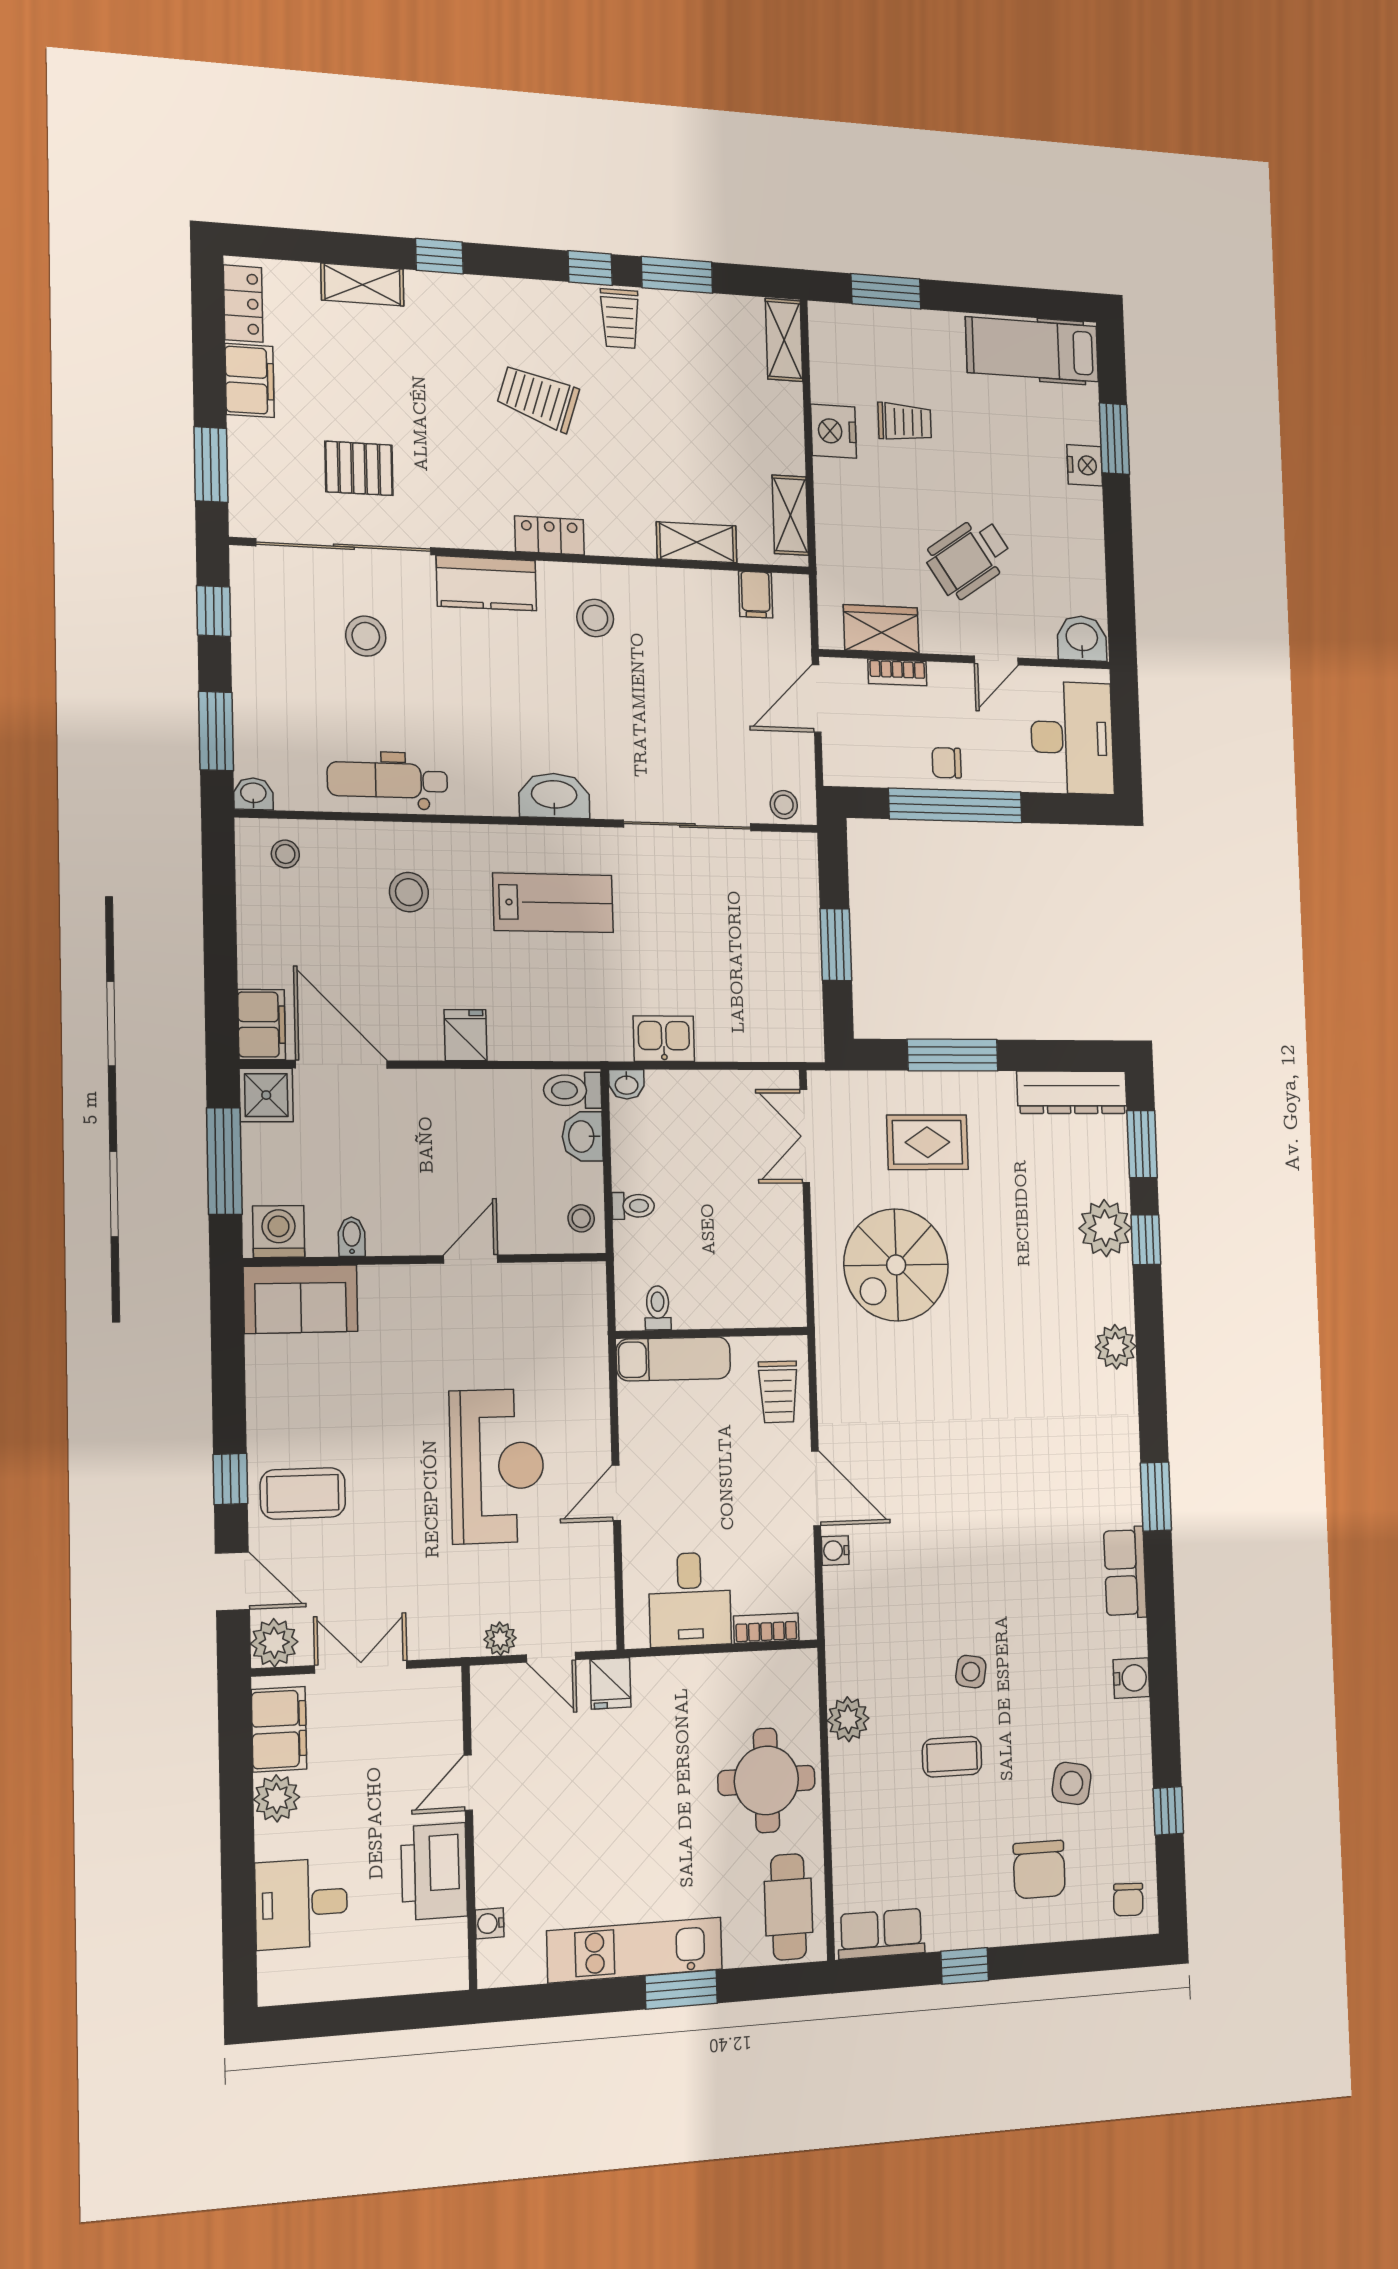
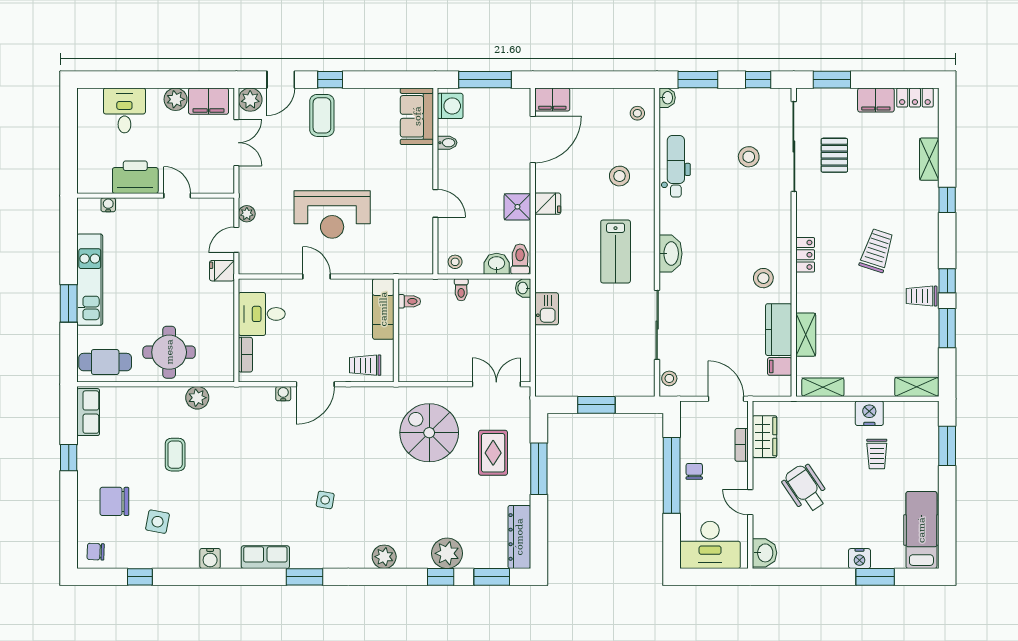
kitchen counter: (486, 583) -> (779, 330), moved
shower: (266, 1095) -> (517, 207), moved
side table: (971, 1672) -> (325, 500), moved

